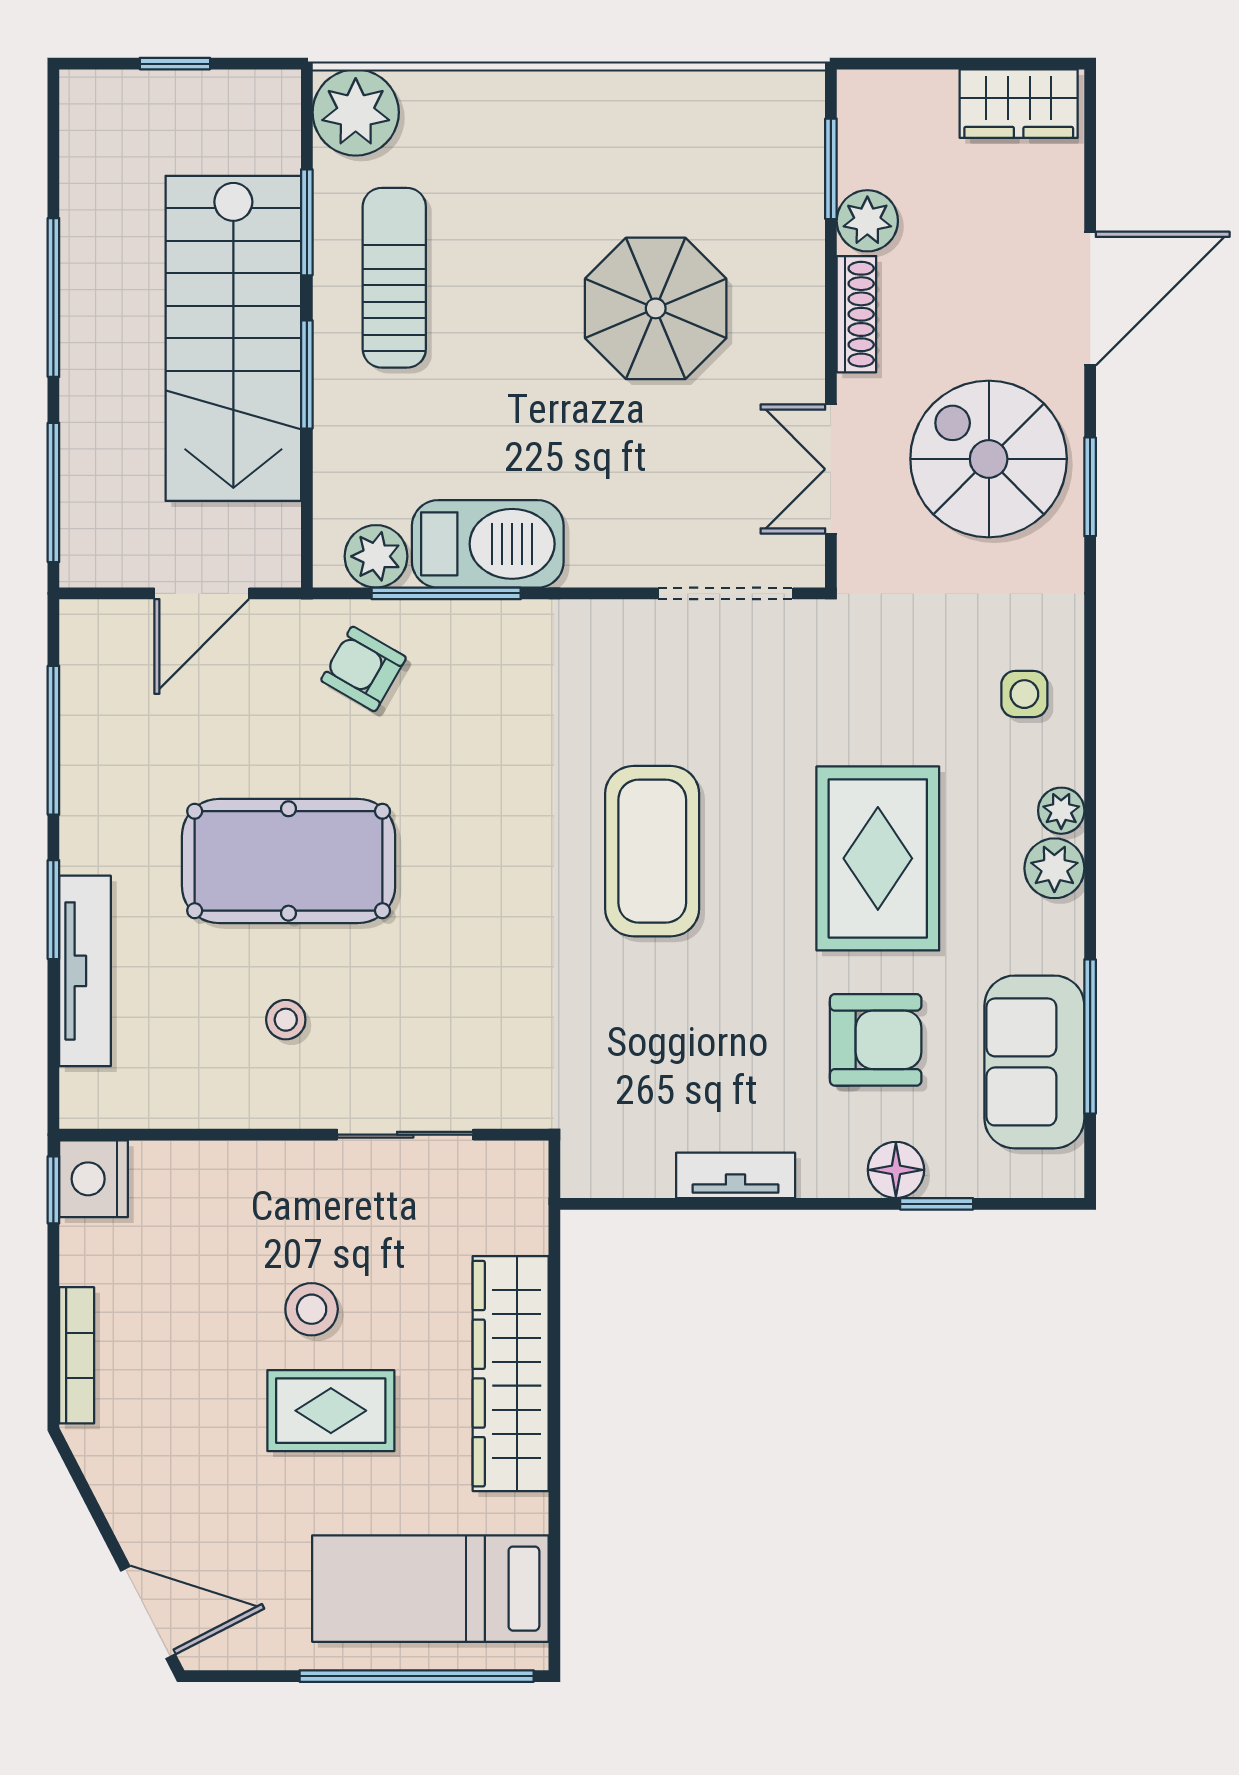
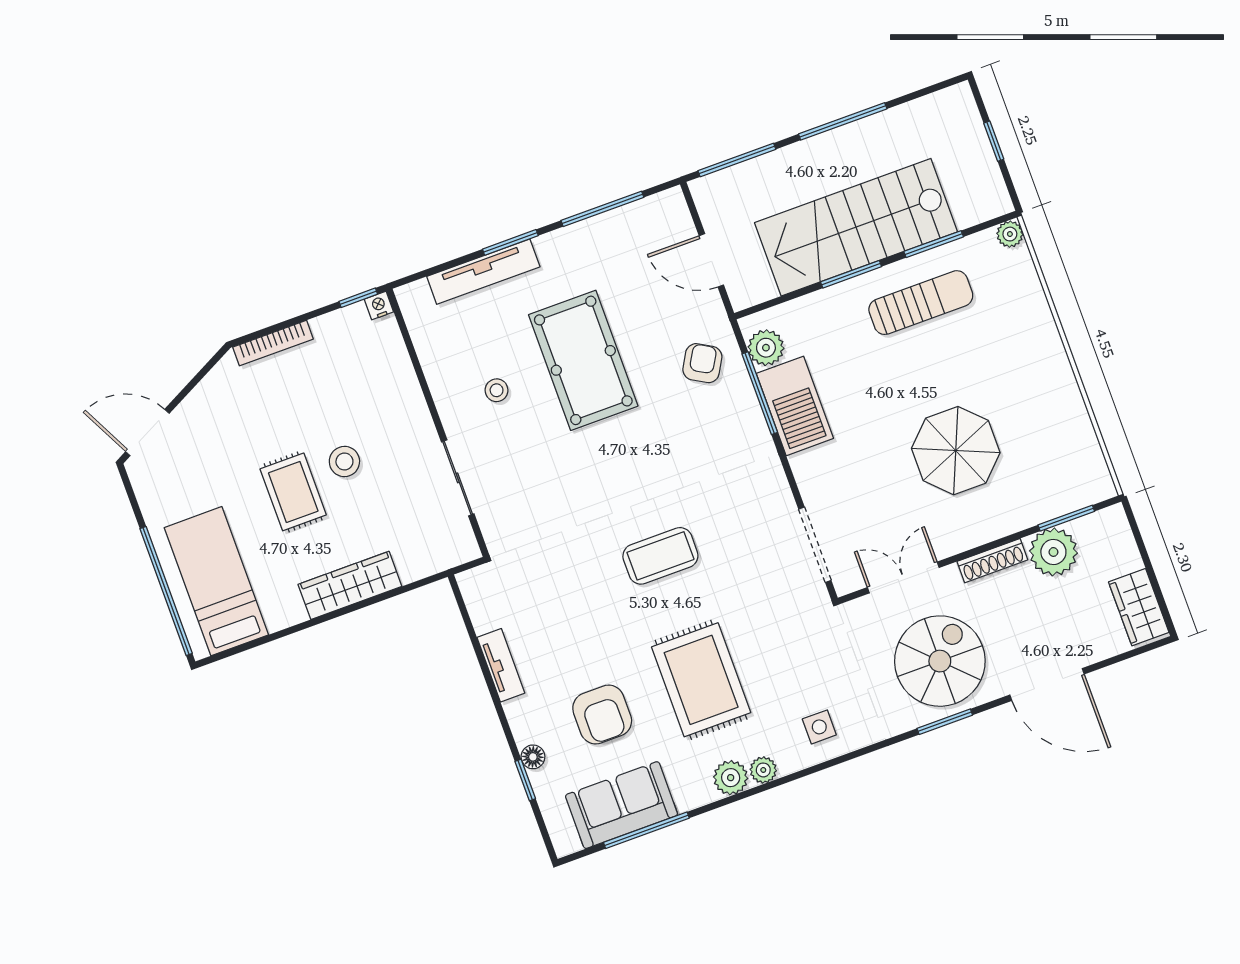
plant: (356, 112) -> (1010, 234), width x0.53, depth x0.53
plant: (867, 221) -> (1053, 552), width x1.36, depth x1.36
coffee table: (652, 851) -> (660, 556), width x0.73, depth x0.76
rug: (878, 858) -> (701, 680), turned 90
floor lamp: (896, 1170) -> (533, 757), width x0.73, depth x0.73
nightstand: (94, 1179) -> (379, 306), width x0.53, depth x0.56
wardrobe: (511, 1374) -> (350, 585), width x0.71, depth x0.85
door: (148, 1613) -> (147, 433), swing flipped

